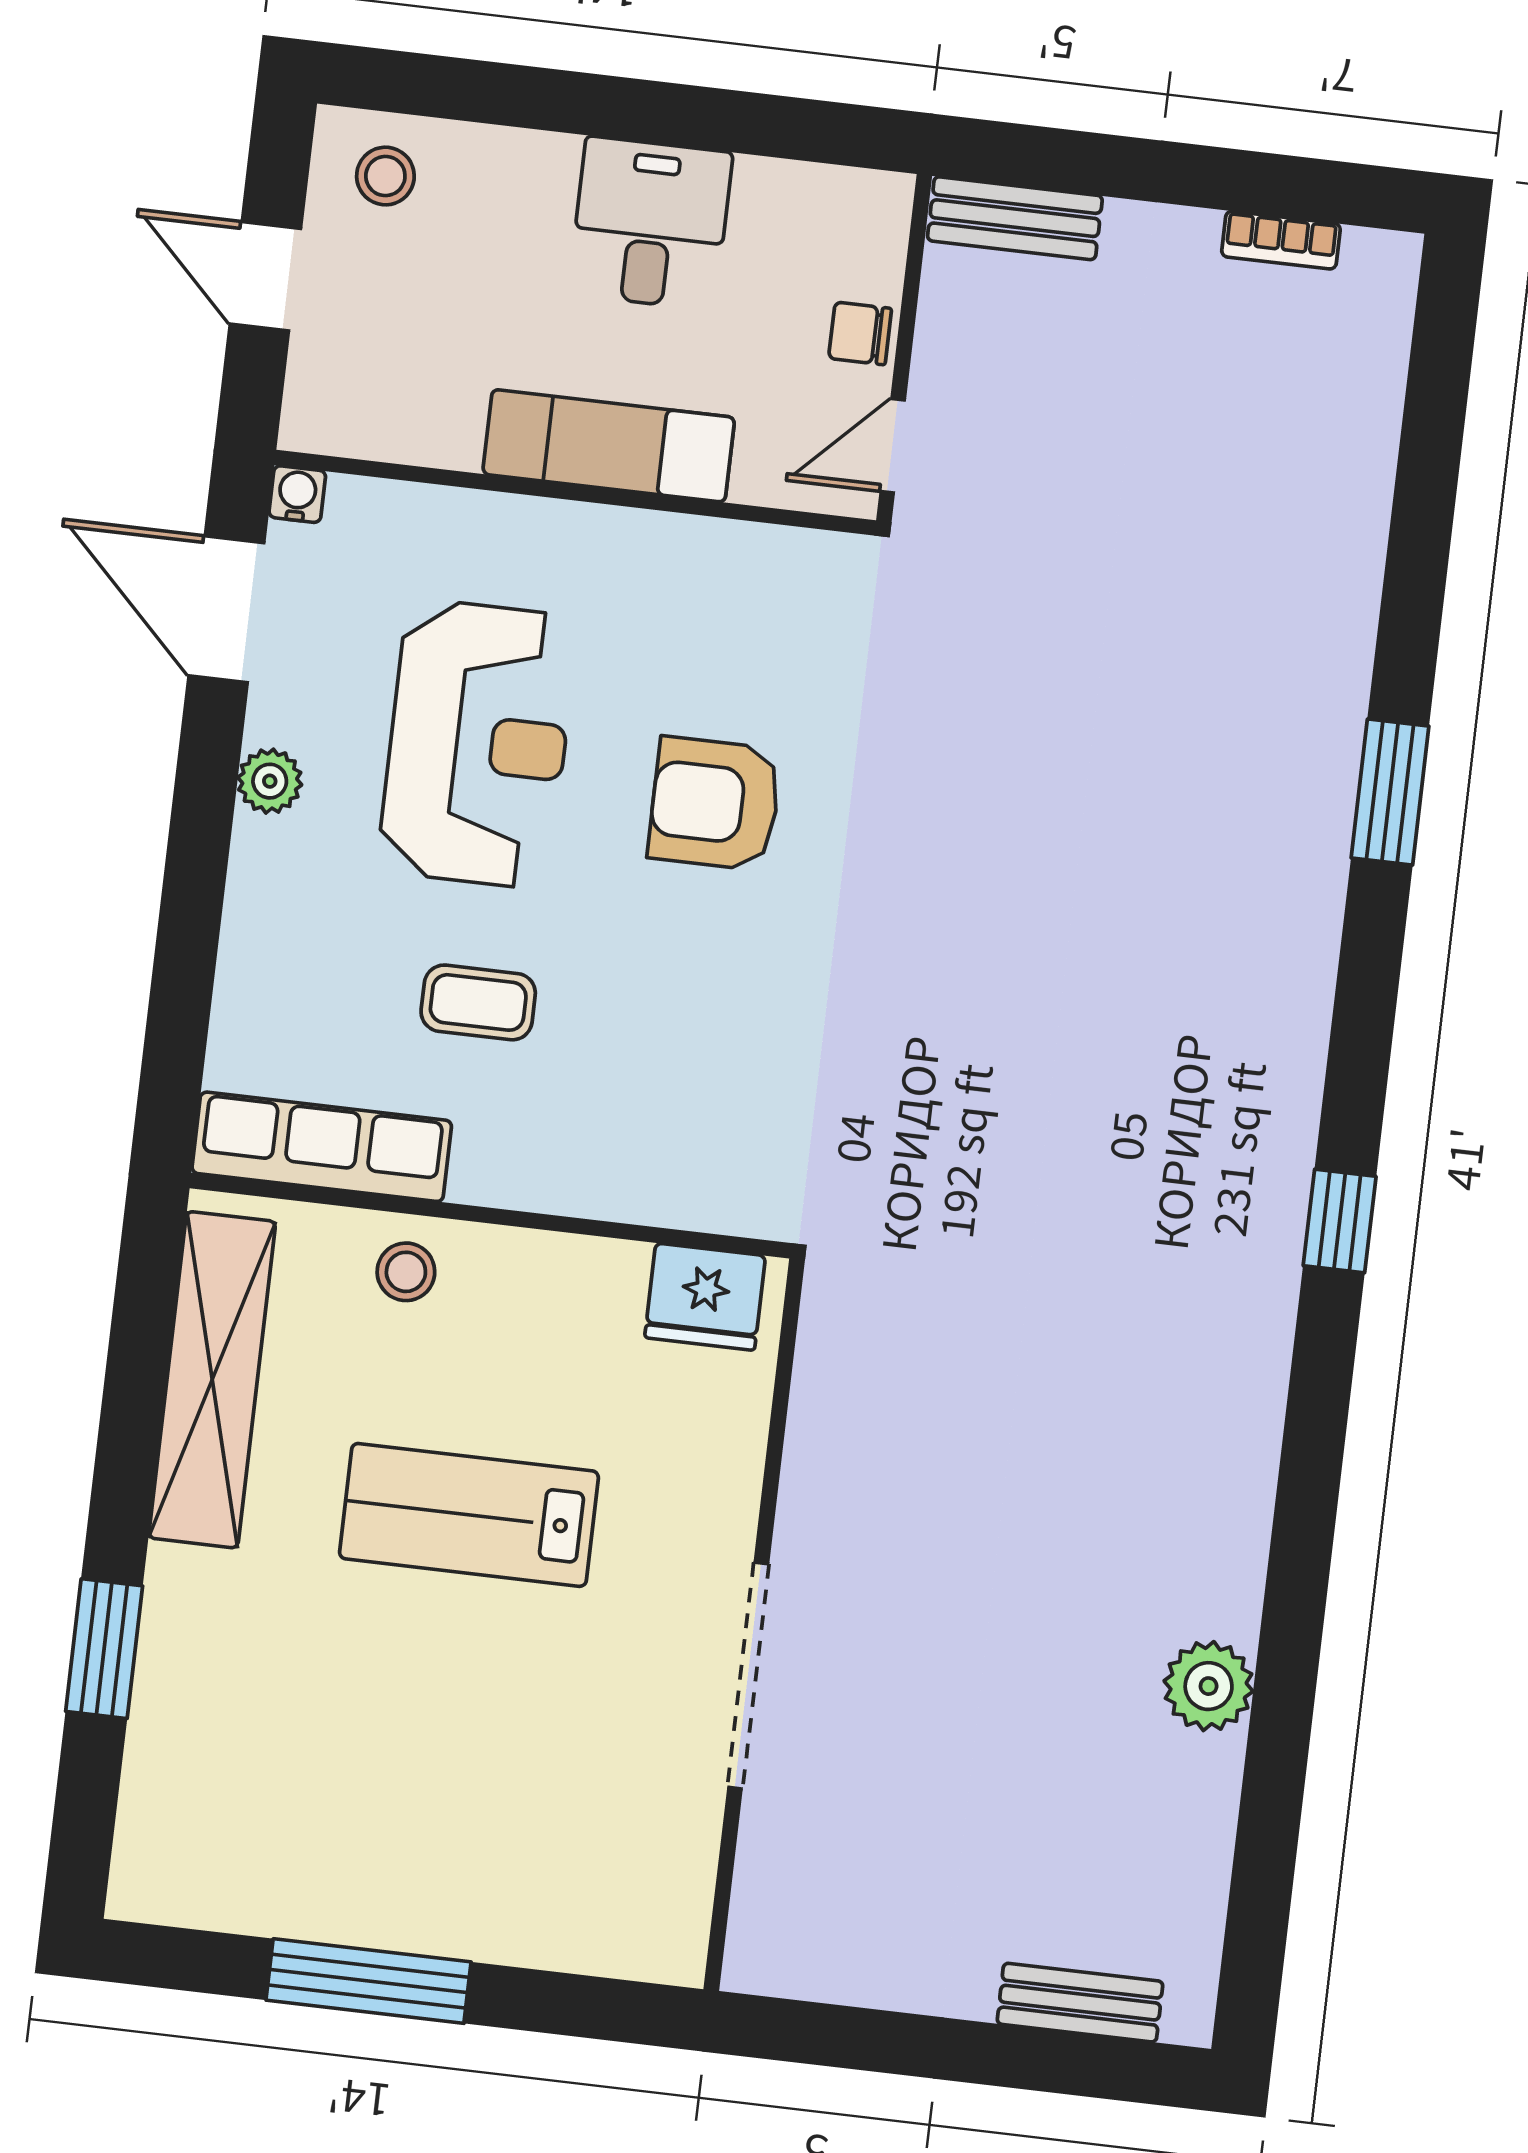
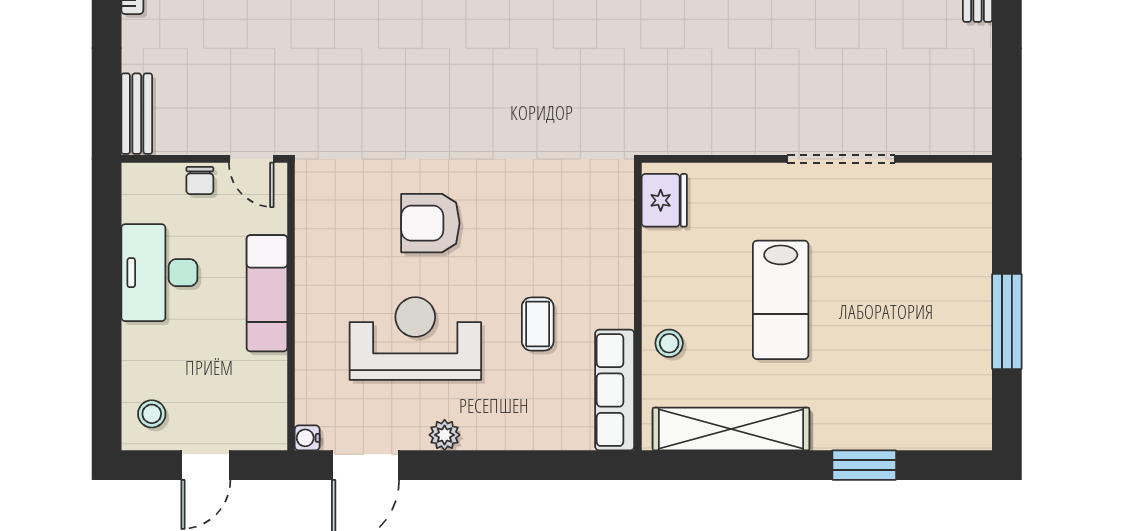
desk: (650, 223) -> (159, 273), width x1.37
armchair: (715, 804) -> (430, 223), turned 90

